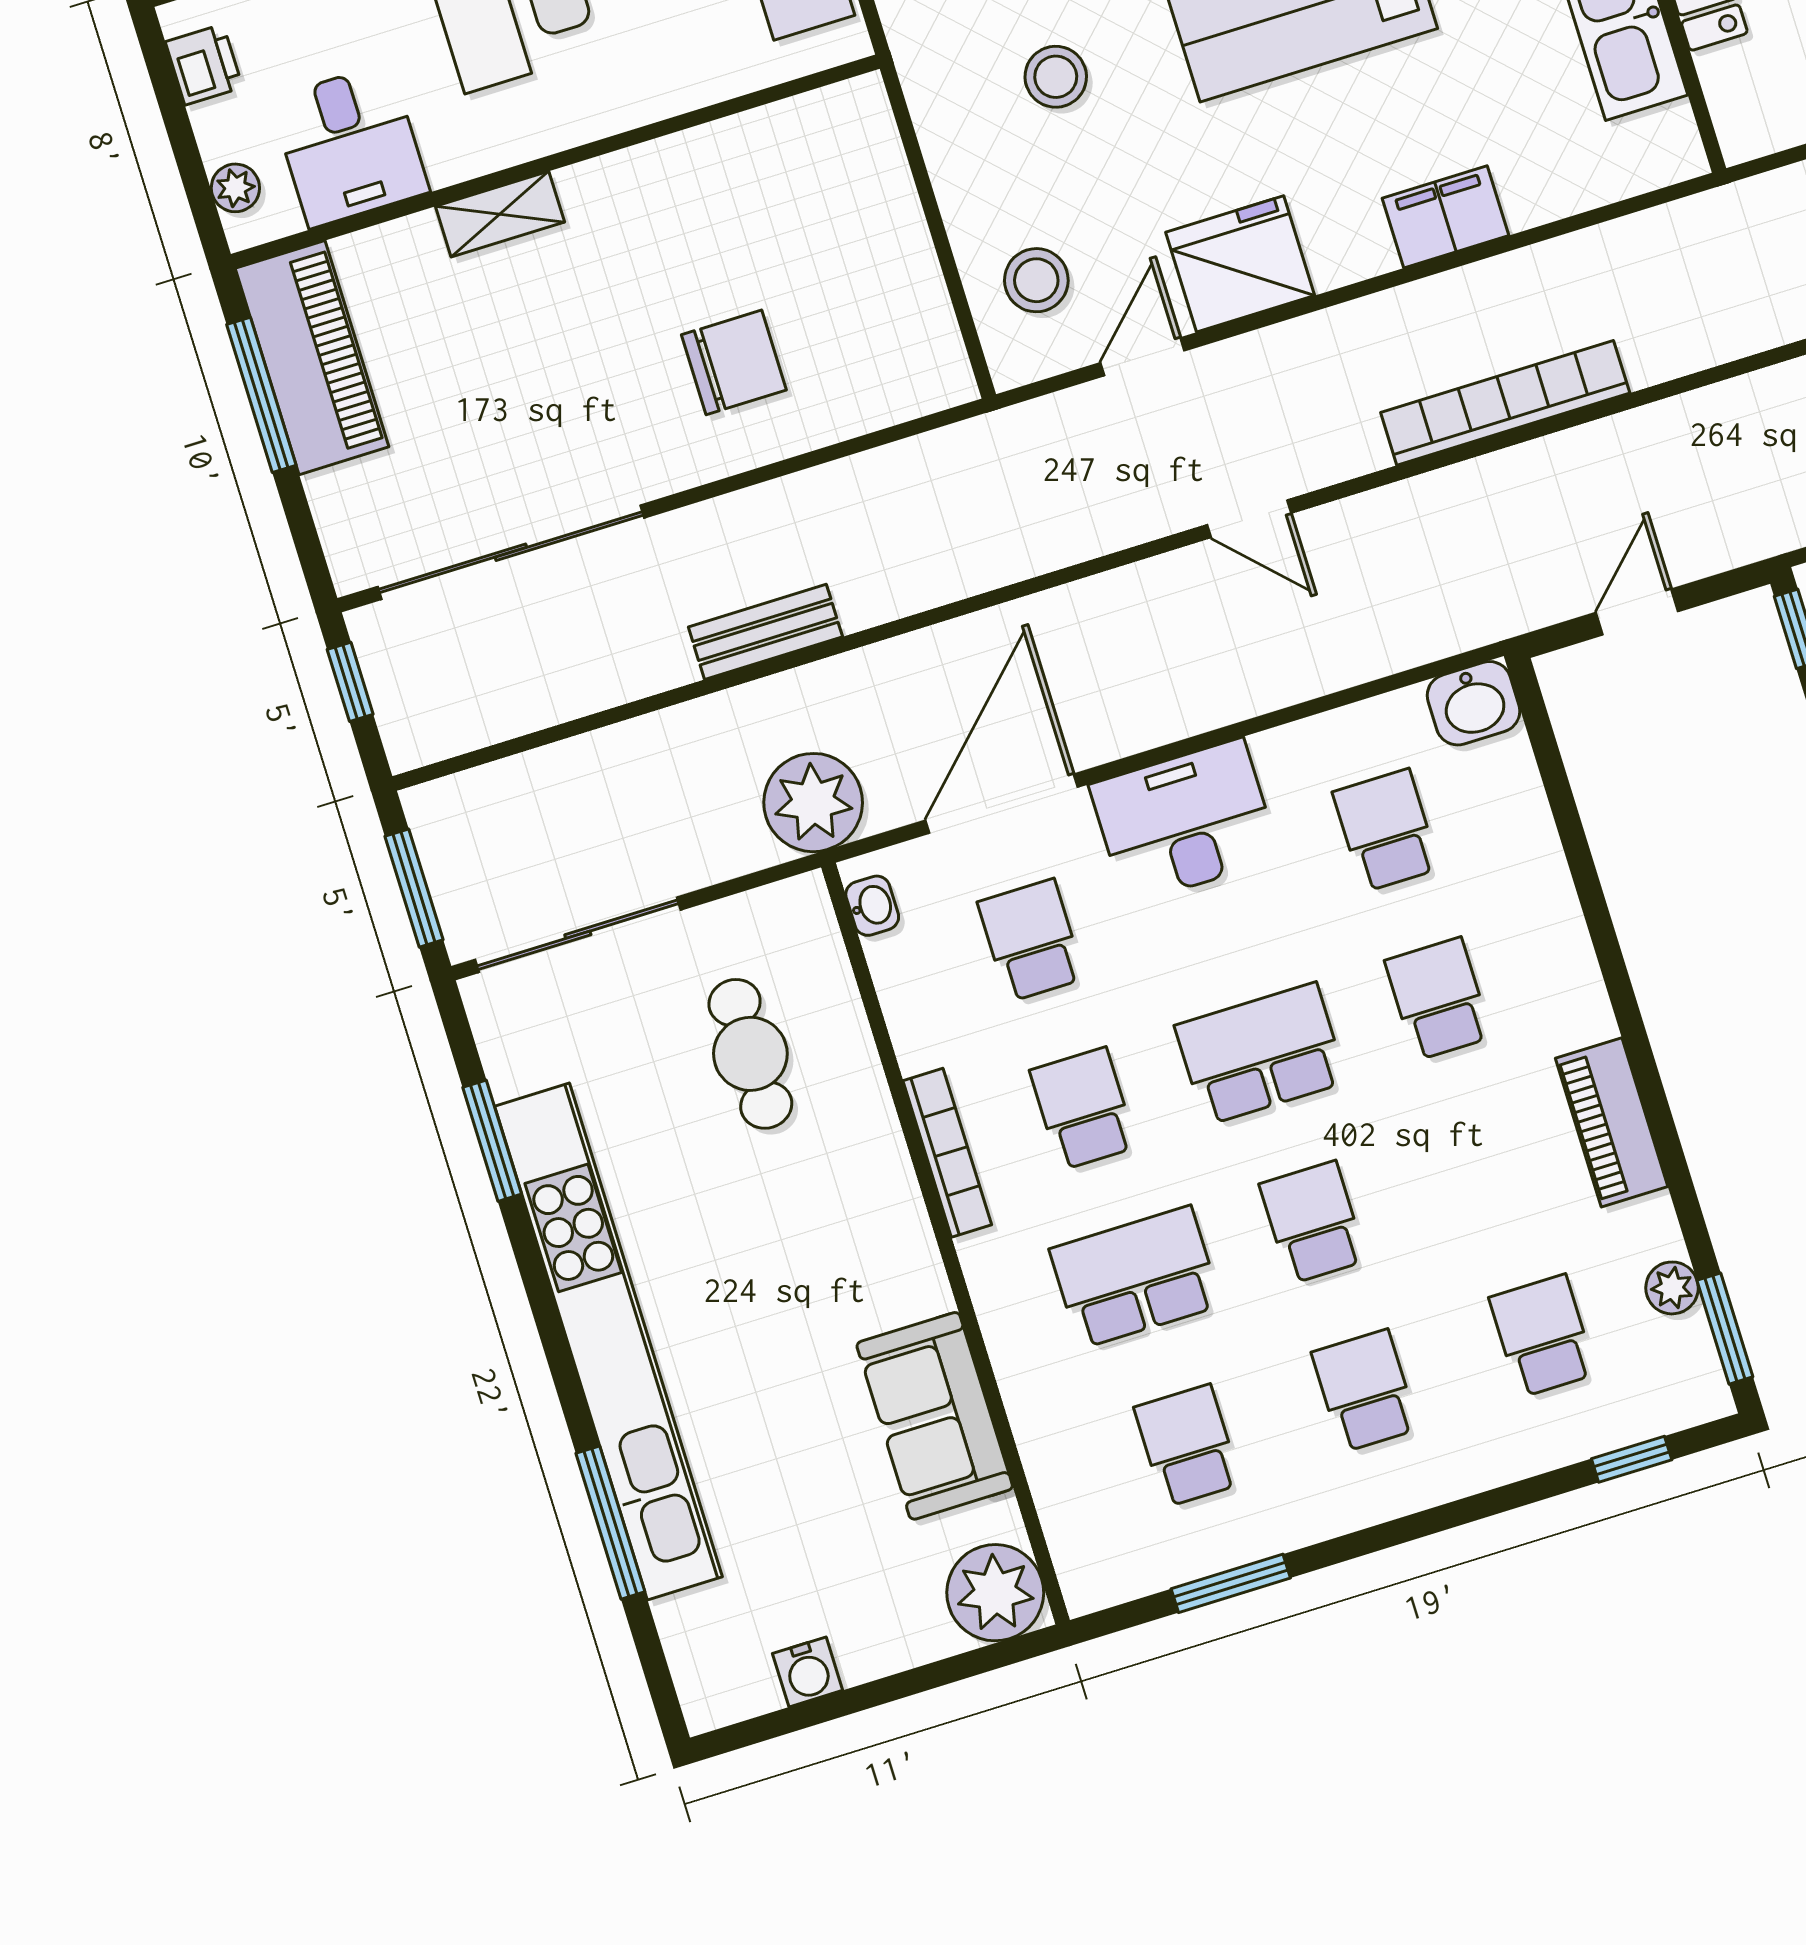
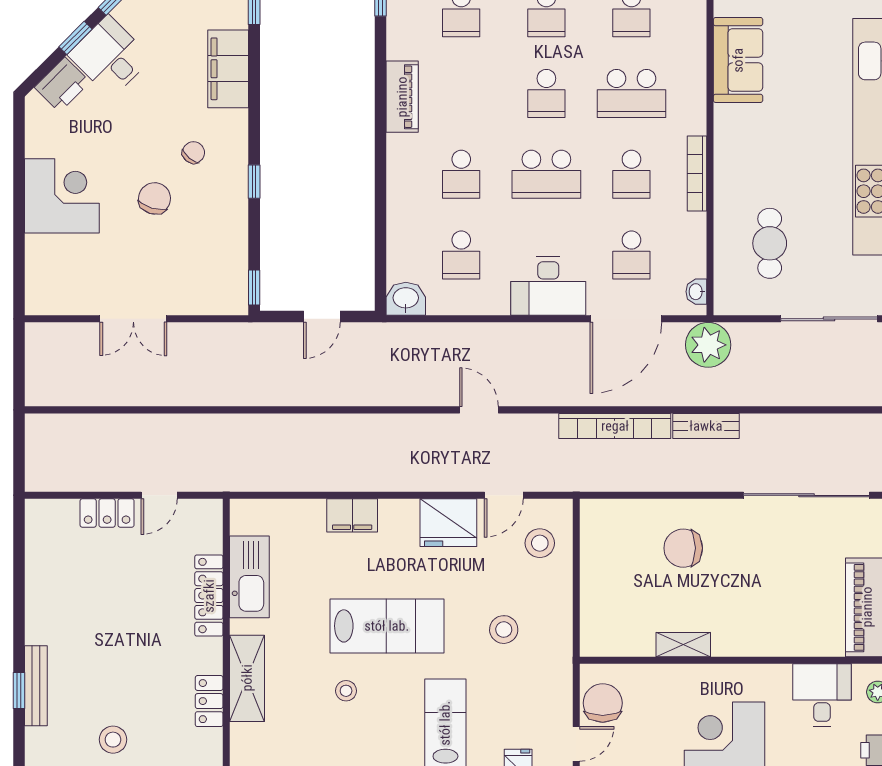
shelving: (500, 214) -> (683, 645), moved
bookcase: (1505, 403) -> (615, 426), moved
plant: (1672, 1288) -> (398, 16), removed

